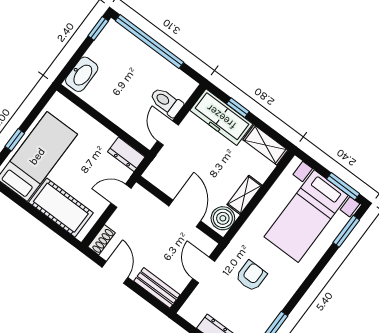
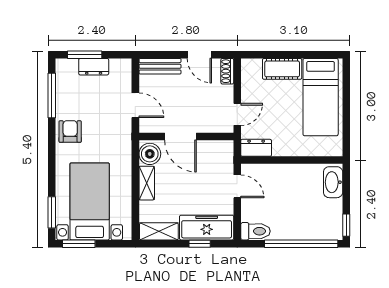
toilet: (166, 102) -> (255, 231), moved
window: (15, 140) -> (346, 97), removed
cot: (61, 208) -> (282, 69), width x0.73, depth x0.75
armchair: (251, 276) -> (70, 132), moved, turned 180

